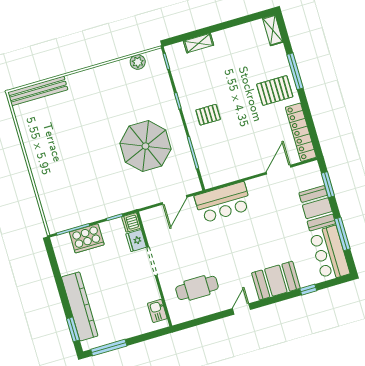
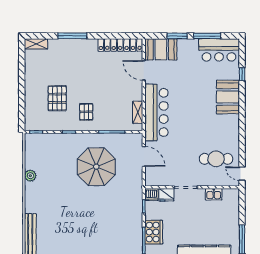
shelving: (199, 43) -> (138, 112), moved
plant: (138, 62) -> (30, 176), moved
pallet: (275, 90) -> (57, 98), moved
window: (328, 185) -> (177, 36), moved
bar counter: (223, 202) -> (156, 112), width x1.36
booth: (317, 208) -> (161, 49), moved
cafe table: (197, 288) -> (216, 159), turned 90
door: (241, 309) -> (242, 174), moved
kitchen sink: (157, 311) -> (214, 194), moved

